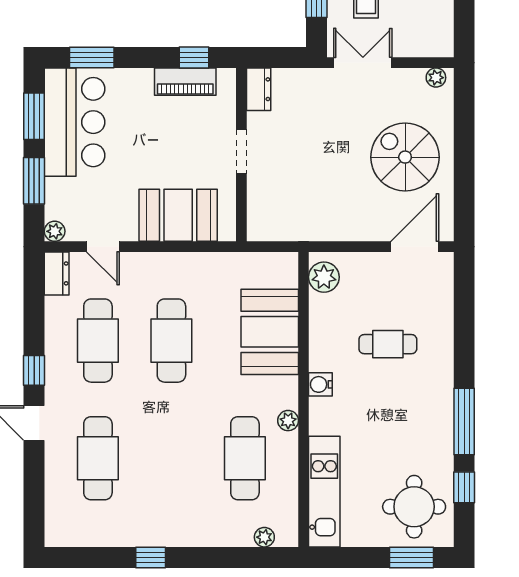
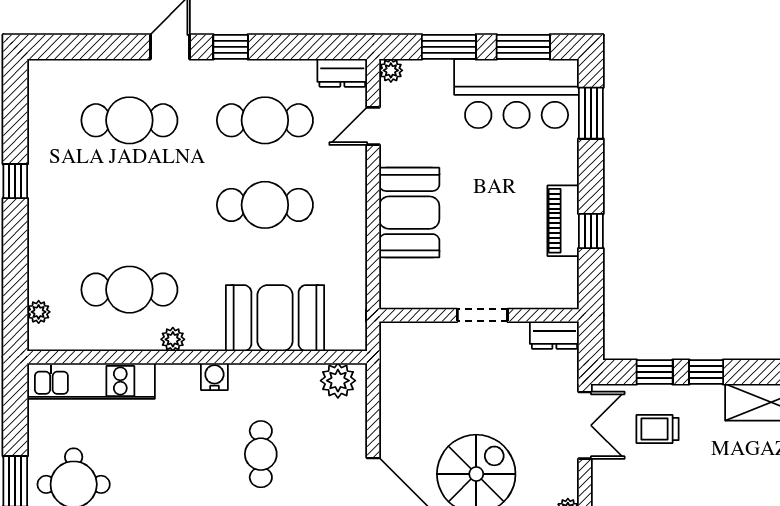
dresser: (259, 89) -> (554, 335), moved
doorway: (241, 152) -> (482, 315), moved
wall: (241, 155) -> (479, 315), moved

